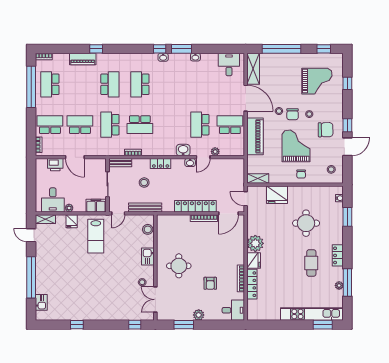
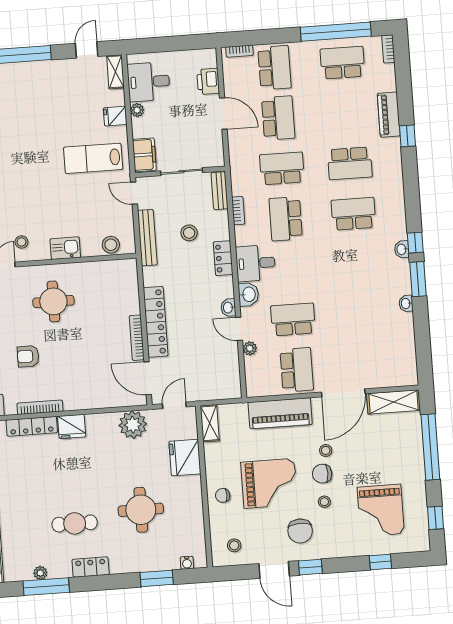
desk: (229, 64) -> (255, 263), moved, turned 180
door: (75, 157) -> (223, 114), swing flipped
plant: (255, 243) -> (133, 425), moved

